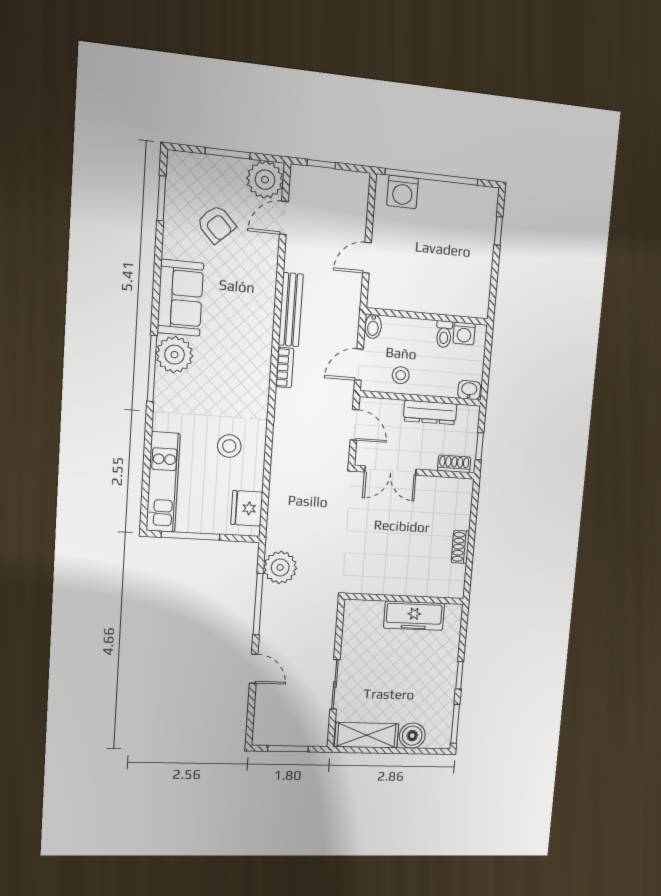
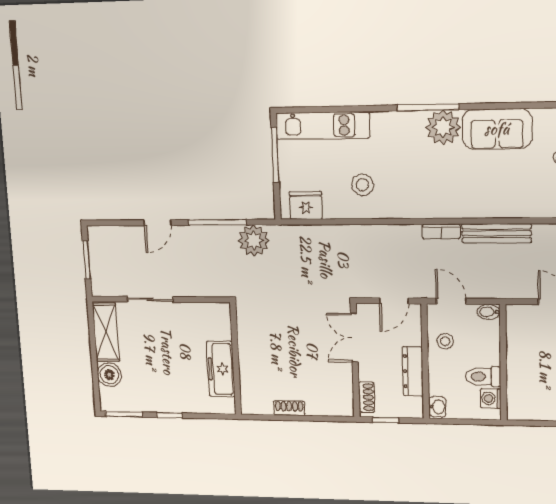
toilet: (444, 334) -> (483, 377), width x1.37, depth x1.39

